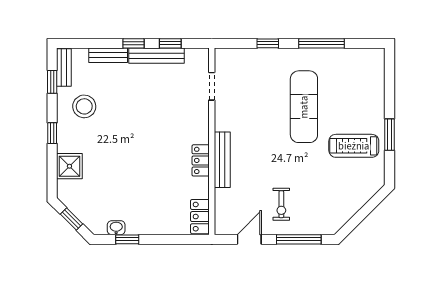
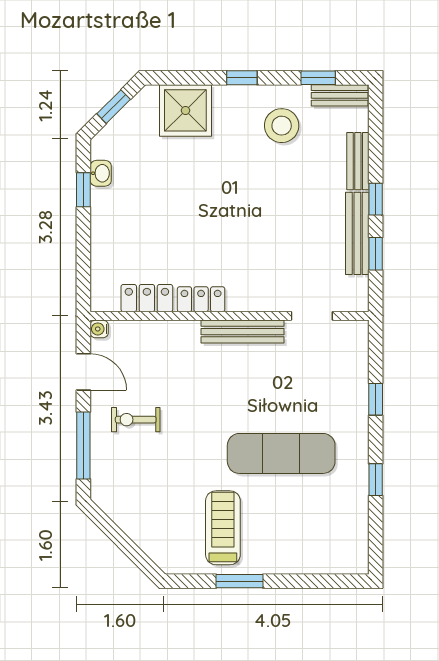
window: (322, 43) -> (376, 480), width x0.46
bench: (222, 160) -> (242, 332), moved
shower: (69, 166) -> (185, 110), width x1.36, depth x1.36
locker: (200, 217) -> (147, 298), moved
water cooler: (221, 229) -> (99, 329), added

